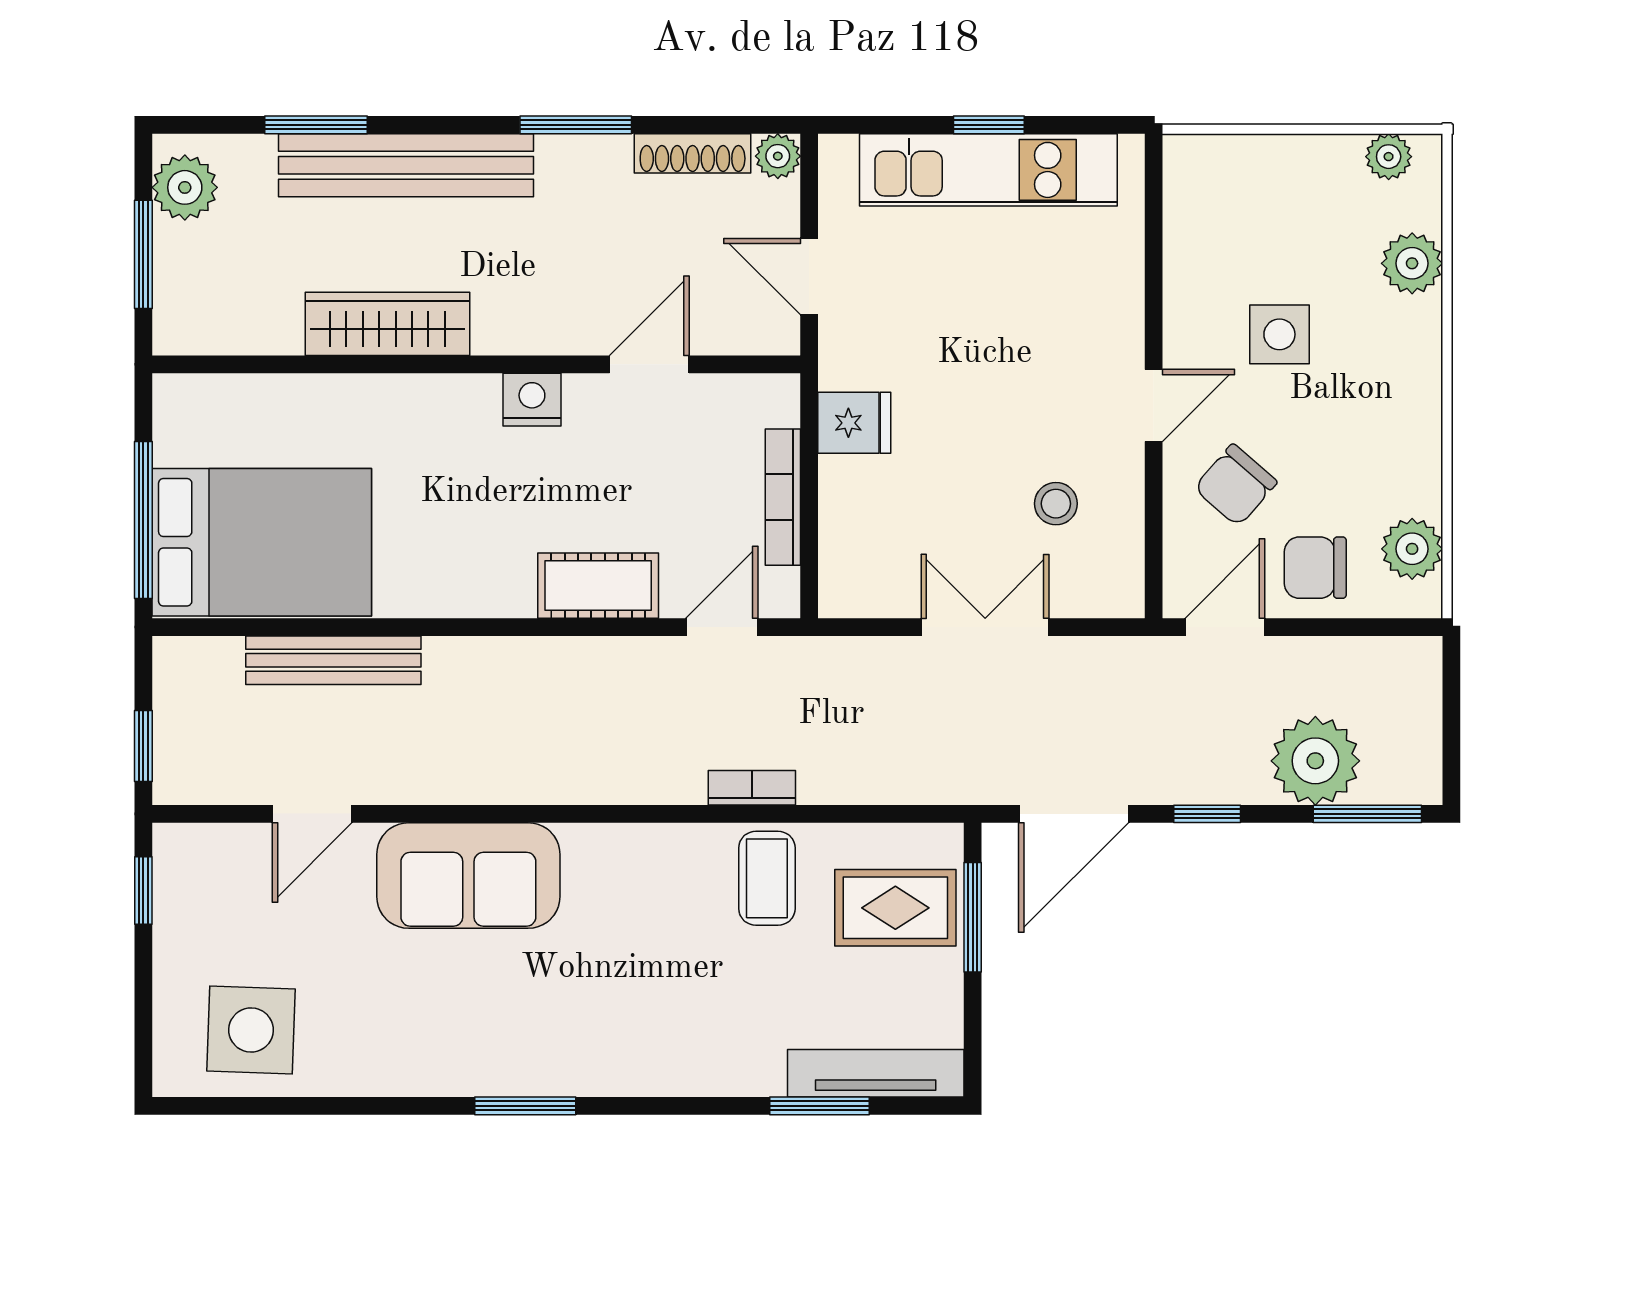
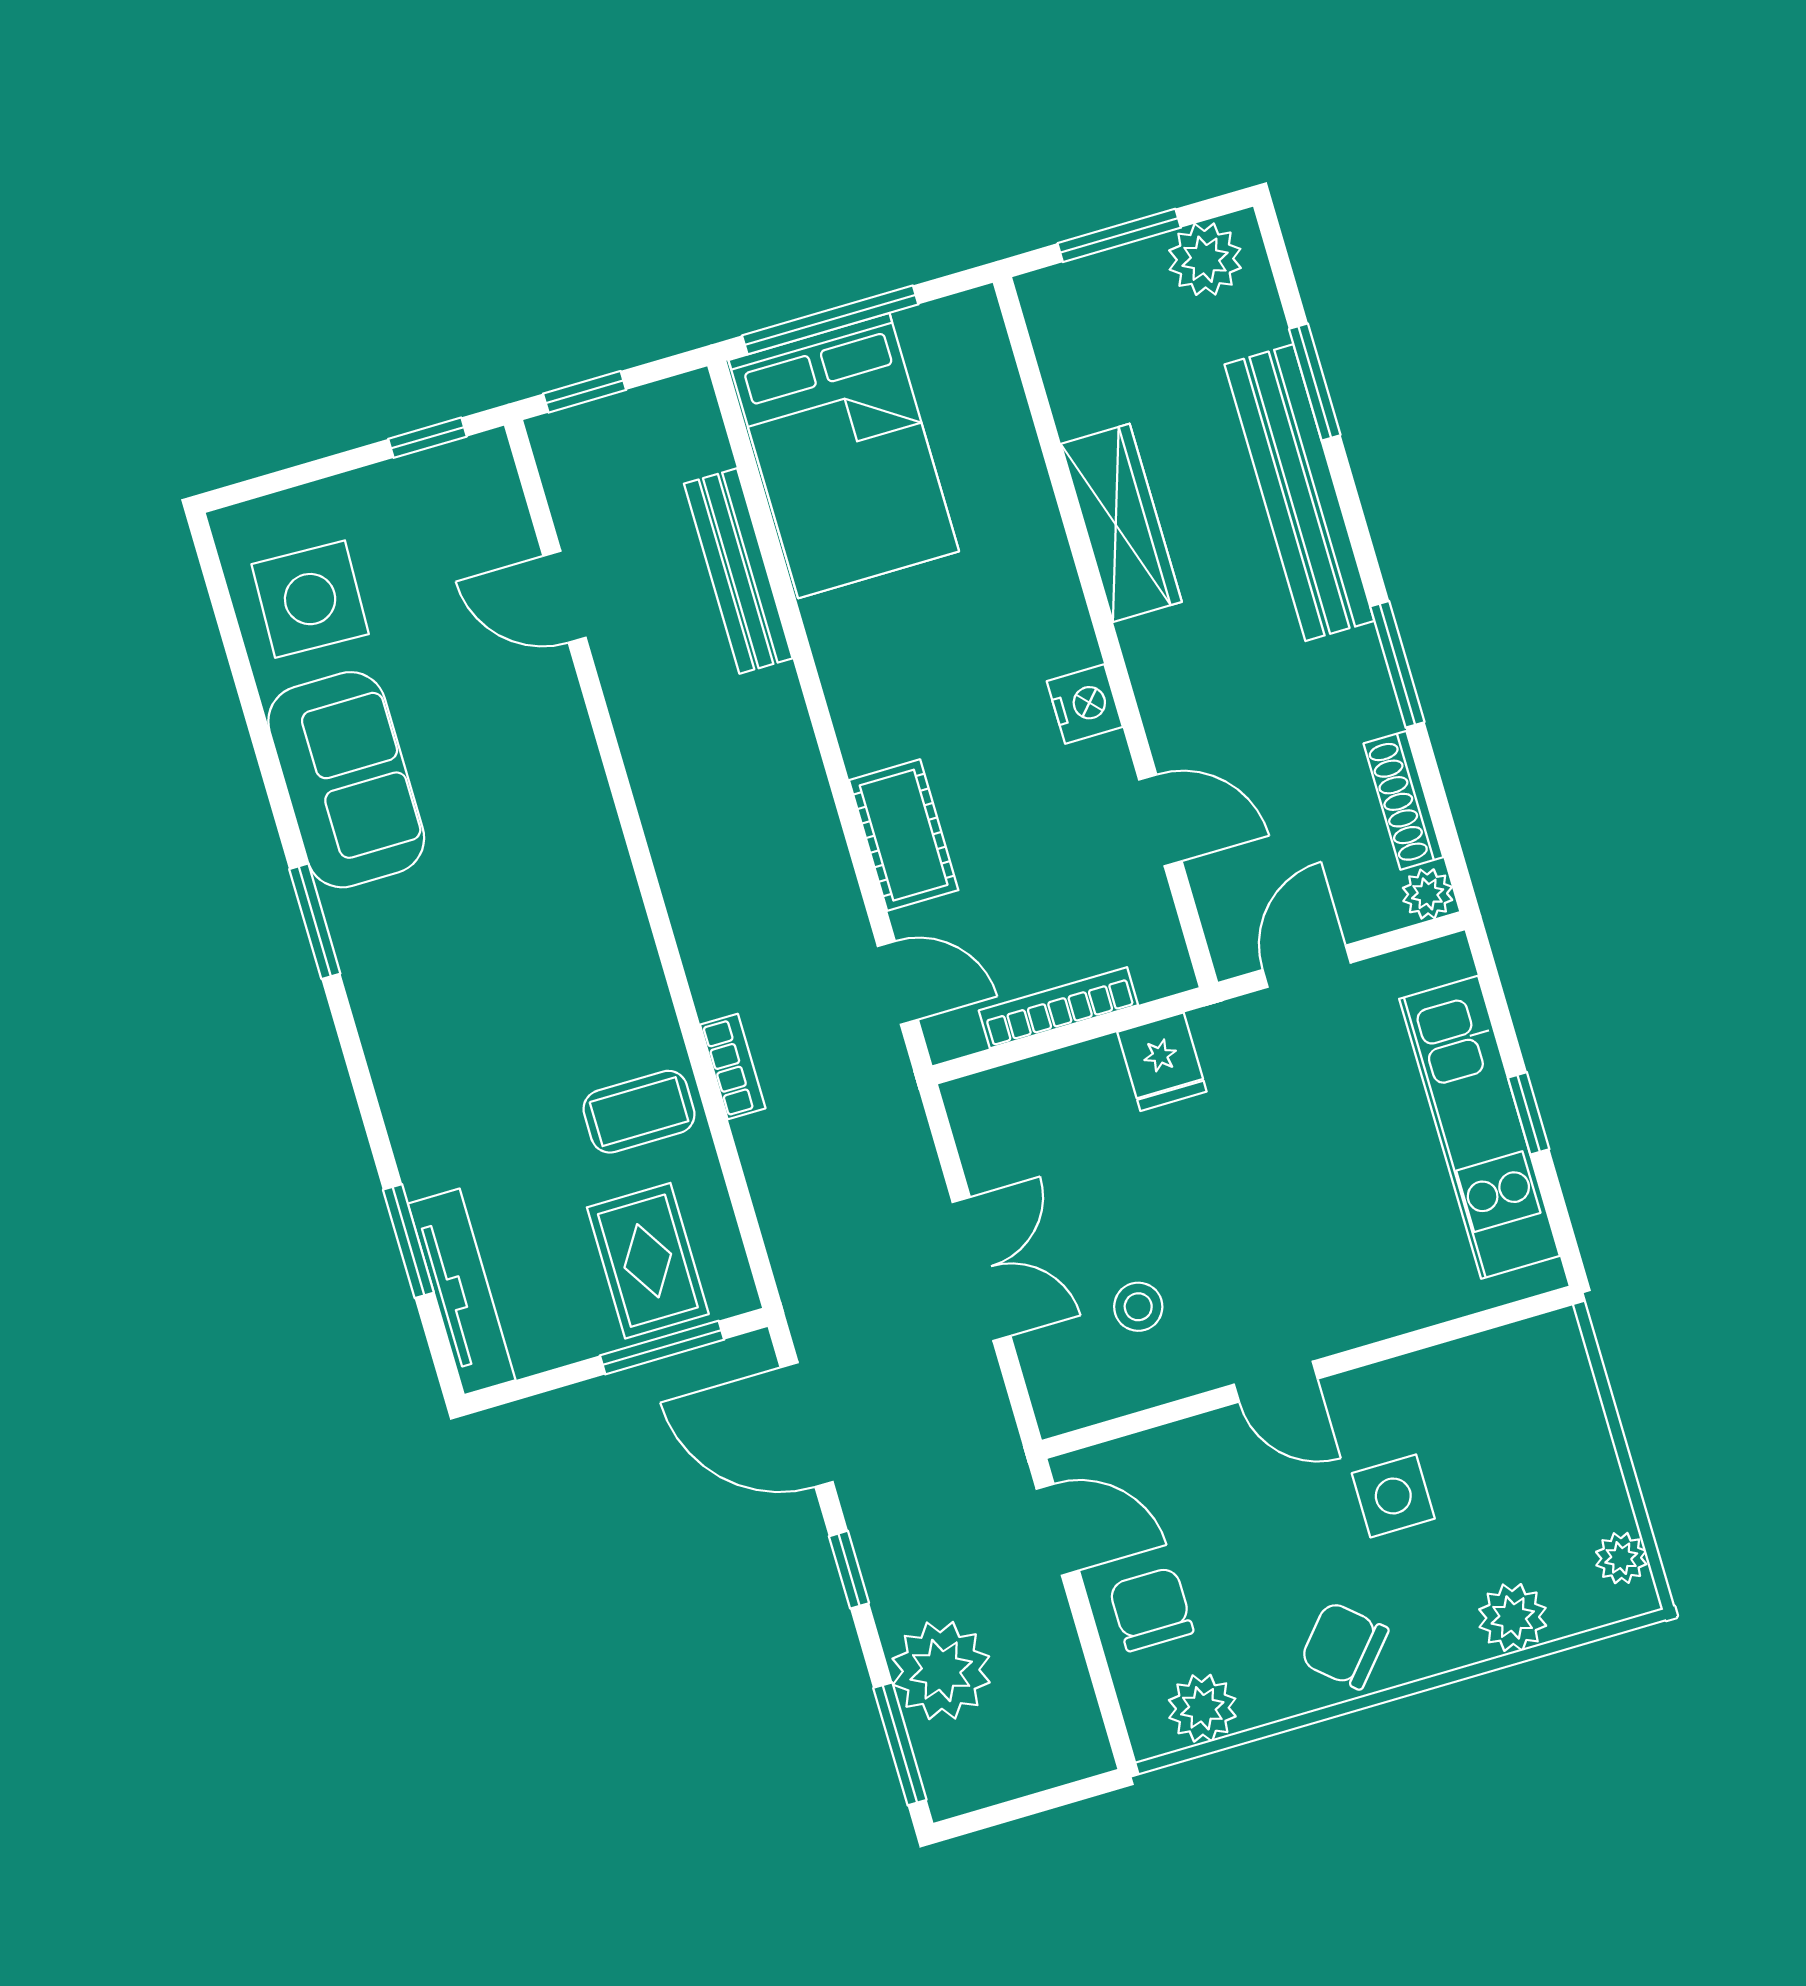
chair: (1236, 485) -> (1344, 1645), moved
sofa: (468, 876) -> (346, 780), moved, turned 180

